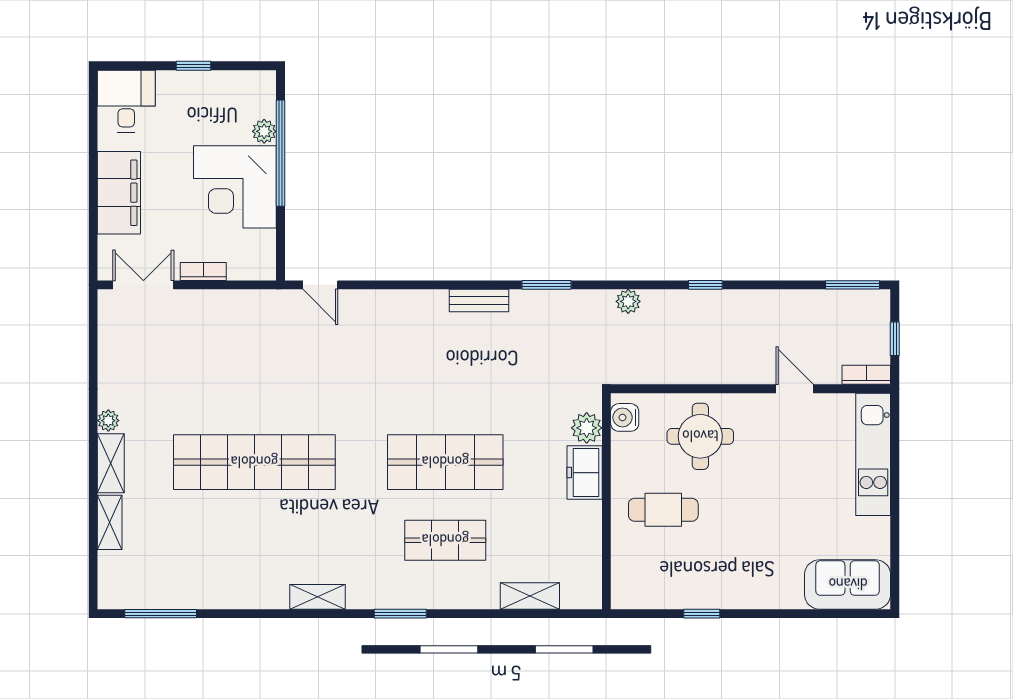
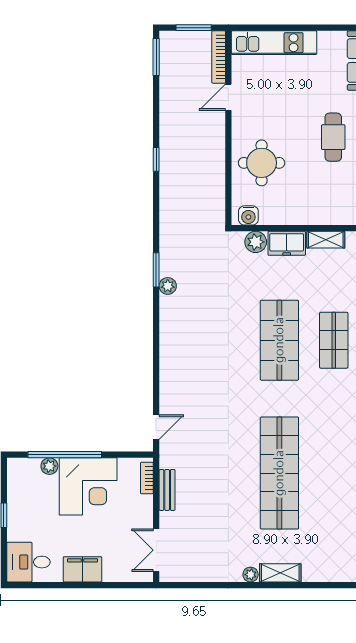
filing cabinet: (119, 193) -> (83, 569), width x0.67, depth x0.86
bookcase: (203, 271) -> (147, 478), moved
bench: (479, 301) -> (167, 490), moved
plant: (628, 301) -> (168, 286), moved
window: (895, 339) -> (194, 28), width x1.50
bookcase: (866, 375) -> (219, 57), width x1.56
cafe table: (663, 510) -> (333, 137), moved
shelving: (110, 522) -> (326, 240), moved

